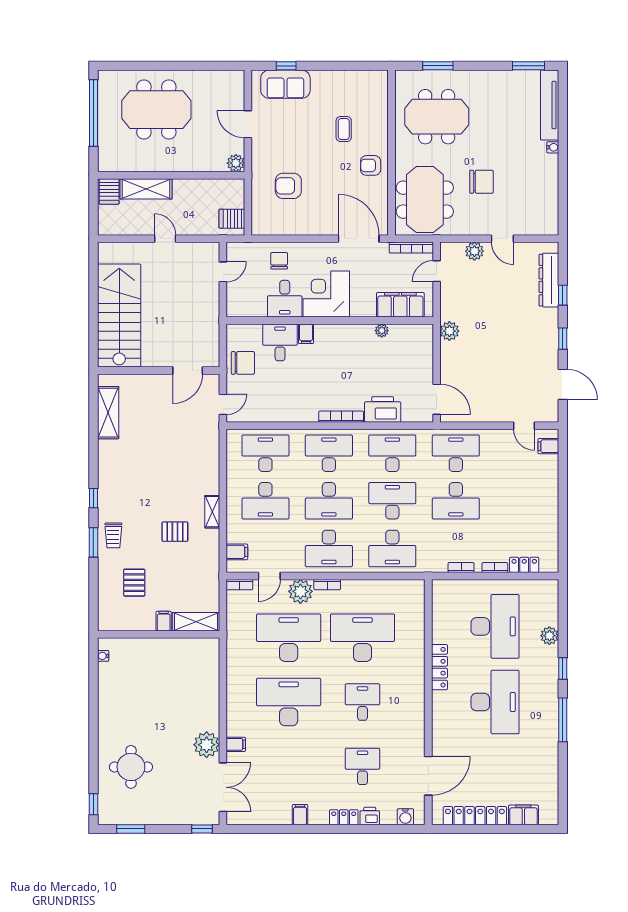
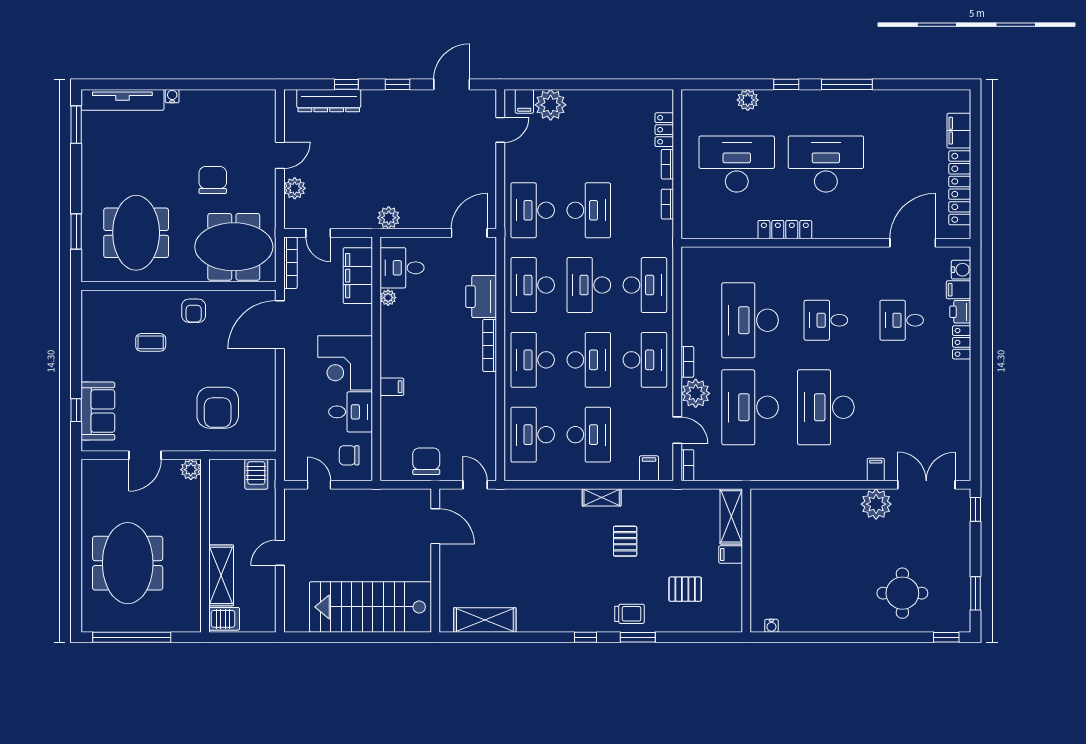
armchair: (288, 186) -> (218, 408), width x1.36, depth x1.36
chair: (279, 261) -> (349, 455), moved
desk: (280, 342) -> (402, 268), moved
plant: (545, 468) -> (551, 105), added
door: (428, 776) -> (913, 243), hinge flipped
filing cabinet: (300, 815) -> (958, 290), moved

